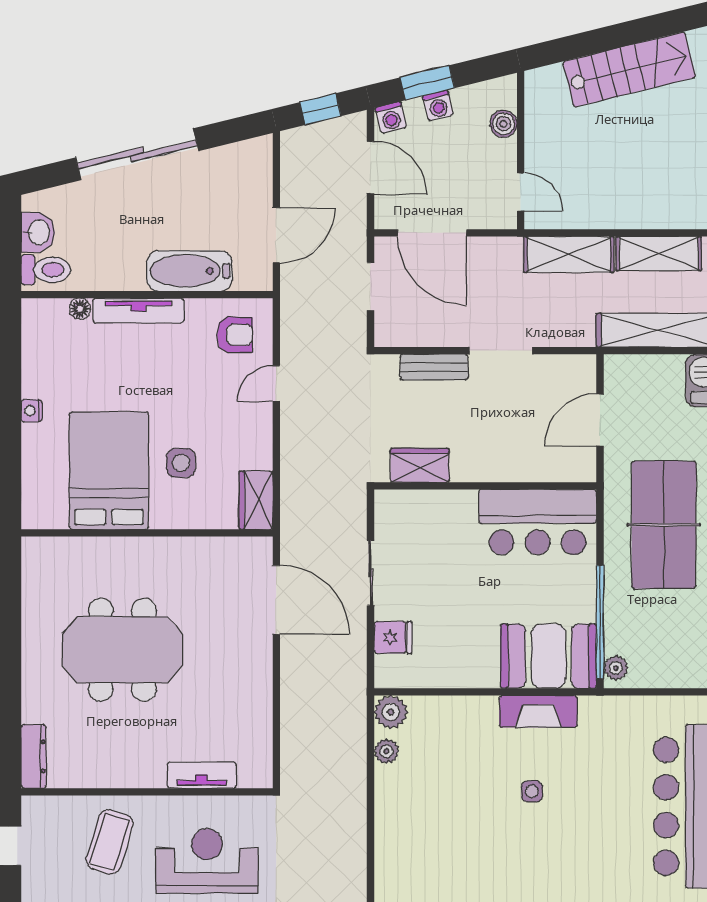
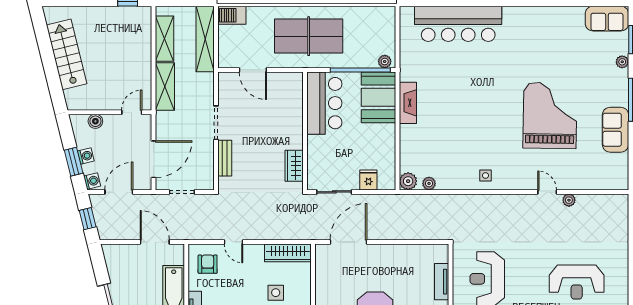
wardrobe: (420, 465) -> (294, 166), moved
wall: (485, 486) -> (305, 131), moved
wardrobe: (256, 500) -> (288, 253), width x1.50
bar counter: (538, 522) -> (324, 103), moved
side table: (532, 791) -> (485, 175), moved

